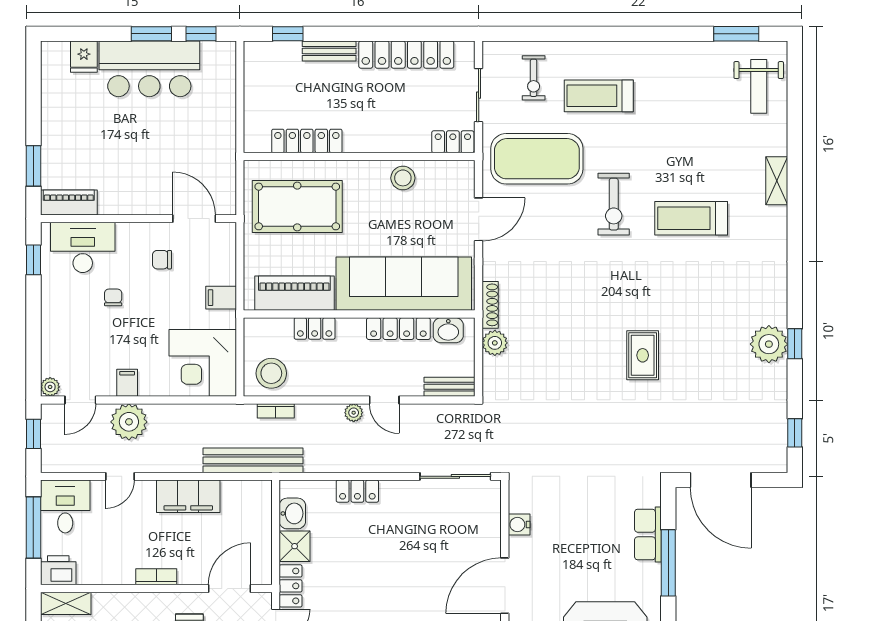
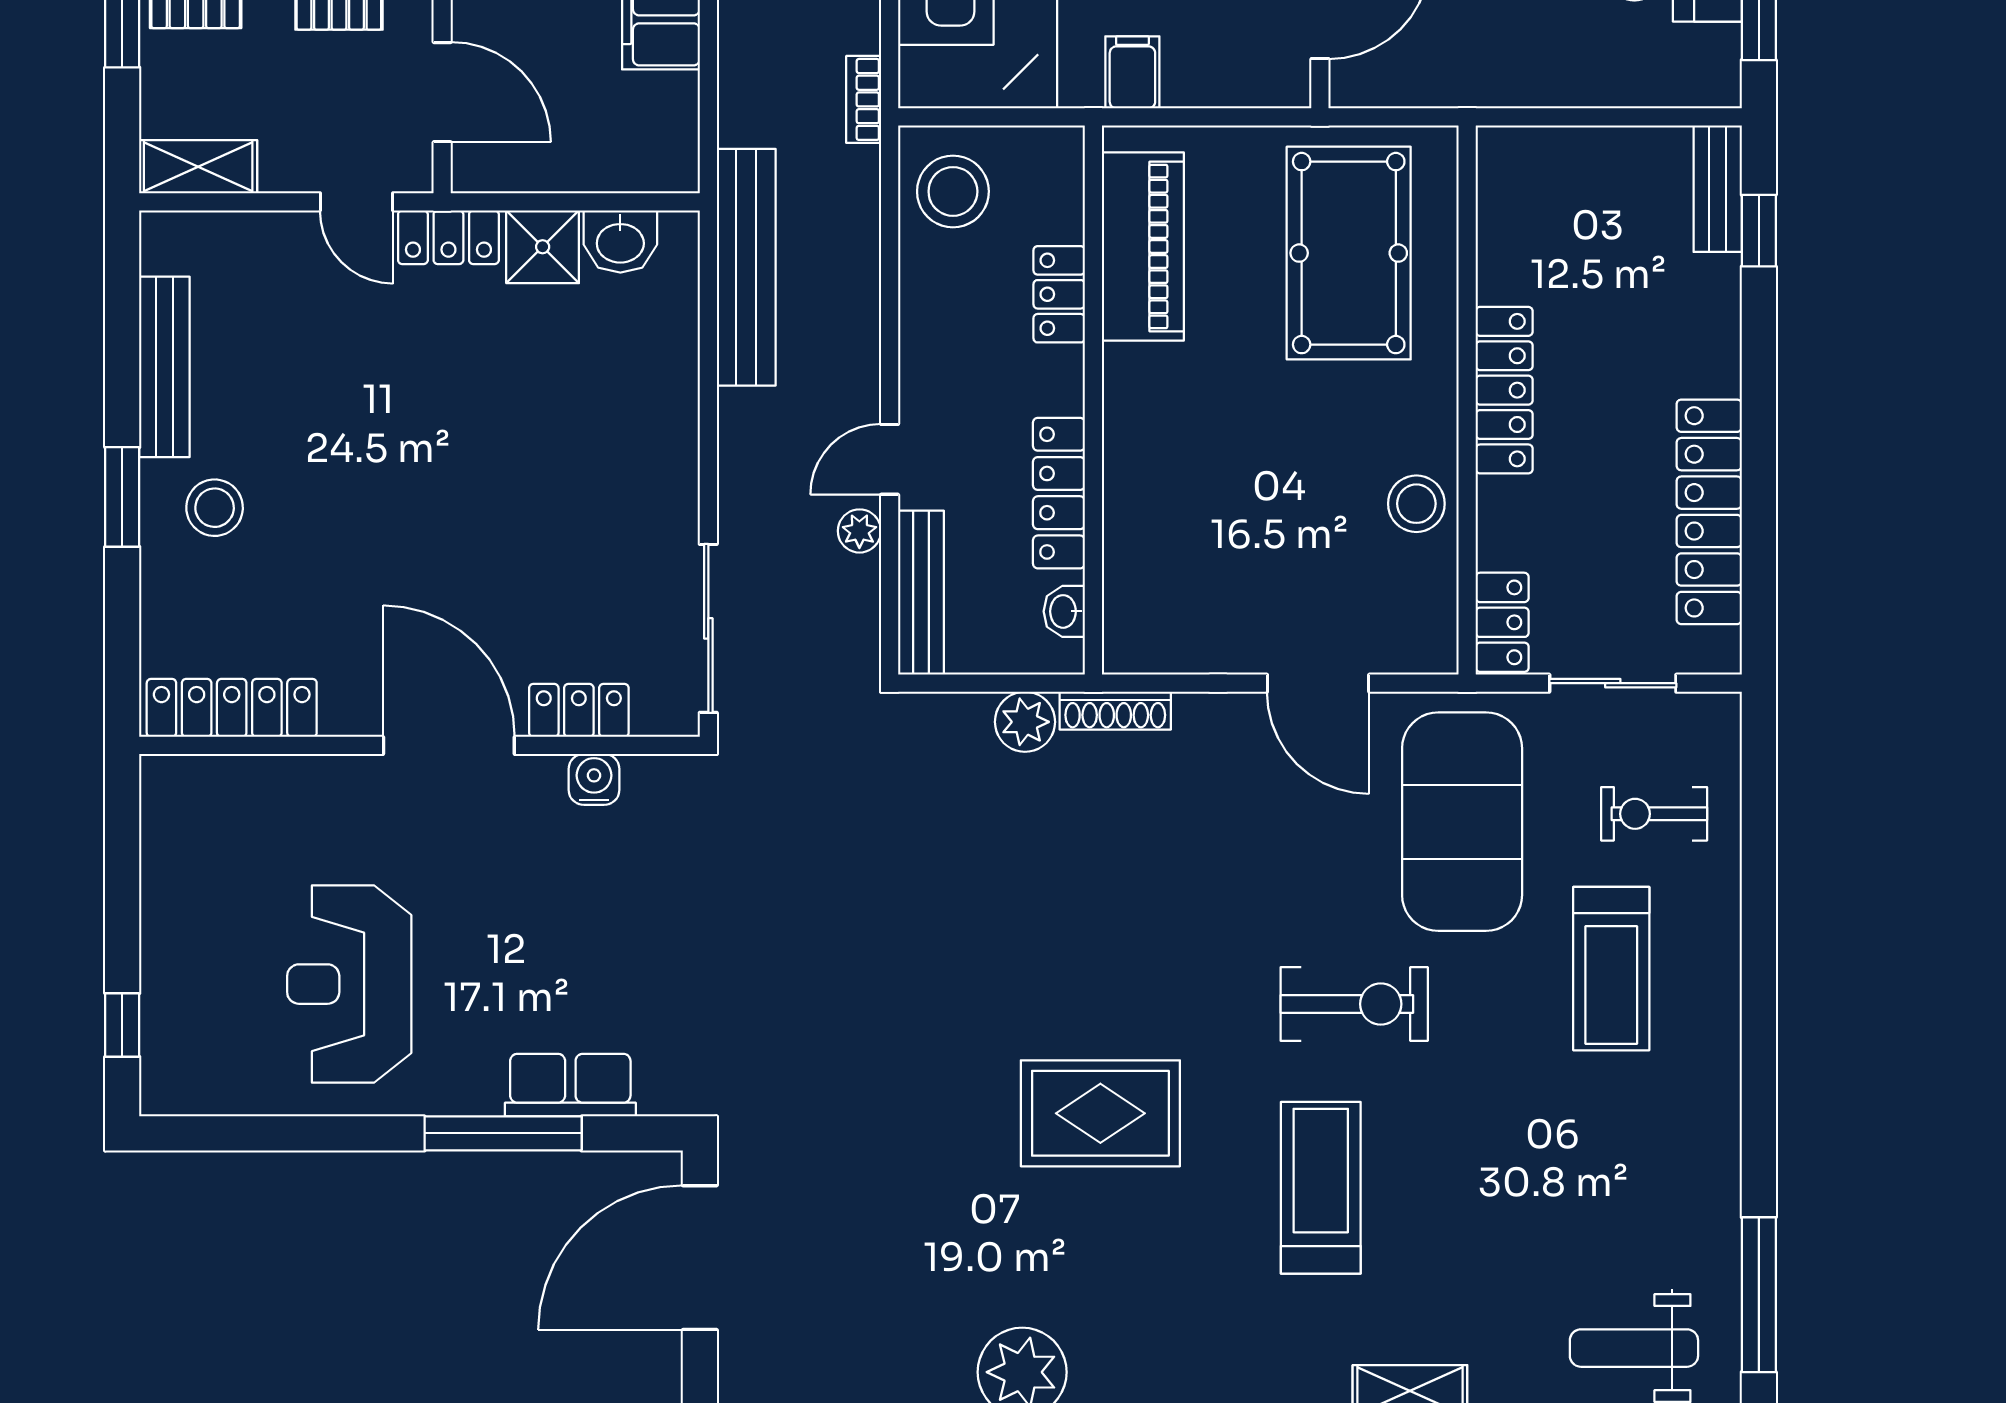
window: (736, 34) -> (1759, 1295), width x1.44
bench: (329, 51) -> (1718, 189), moved
treadmill: (599, 96) -> (1611, 969), turned 180
locker: (307, 141) -> (1504, 390), moved
exercise bike: (614, 204) -> (1354, 1004), turned 180
sofa: (404, 284) -> (1166, 506), removed
washbasin: (448, 330) -> (1064, 611), width x0.72, depth x0.69
rug: (643, 355) -> (1100, 1113), moved, width x1.36, depth x1.43
bench: (450, 387) -> (921, 593), width x1.36
bookcase: (276, 411) -> (864, 99), moved
plant: (354, 413) -> (859, 531), moved
bench: (253, 460) -> (746, 267), moved
locker: (357, 491) -> (579, 710), moved, turned 90

